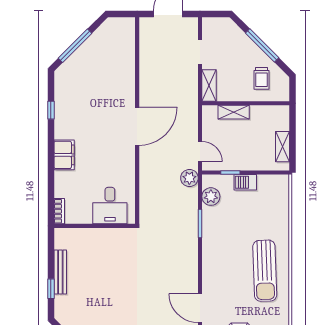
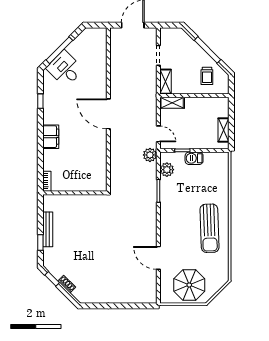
shelving: (234, 112) -> (172, 103), moved
door: (137, 126) -> (108, 114), swing flipped
desk: (110, 206) -> (65, 69), moved, turned 135

